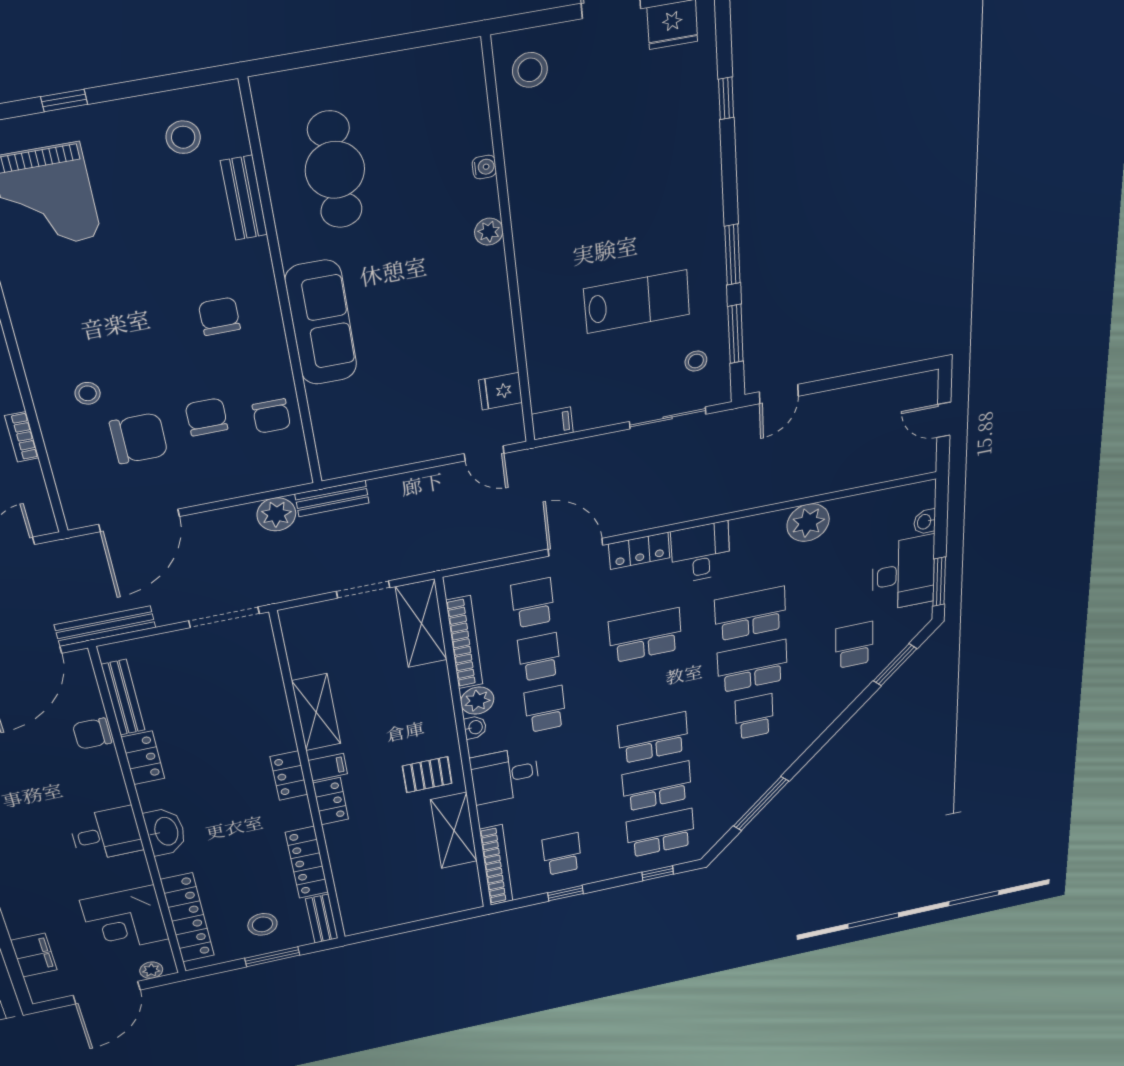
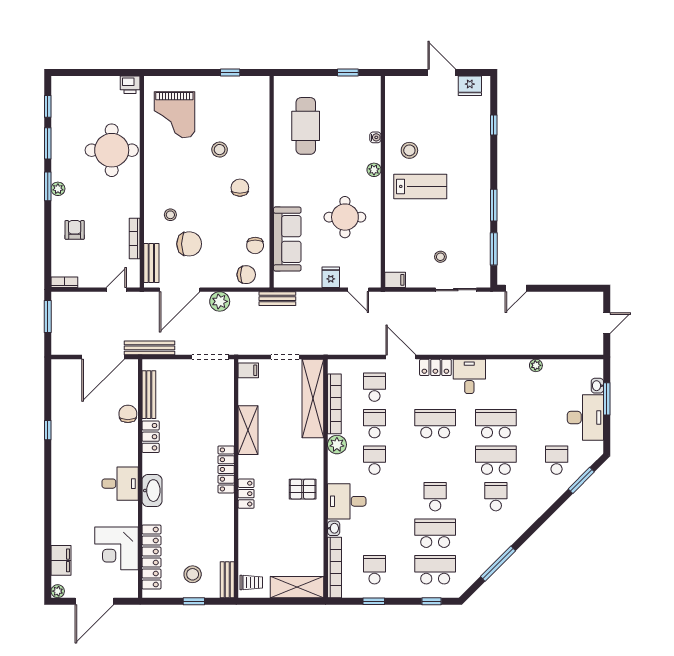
window: (409, 41) -> (348, 72), added
stool: (530, 70) -> (409, 150), moved
window: (64, 101) -> (230, 72), moved
stool: (183, 137) -> (220, 150), moved
bench: (244, 198) -> (151, 263), moved
lab bench: (637, 302) -> (420, 186), moved
sofa: (321, 323) -> (287, 239), moved
round table: (442, 331) -> (345, 217), added
stool: (696, 361) -> (440, 257), moved
fridge: (501, 391) -> (331, 277), moved, turned 90
chair: (207, 417) -> (246, 275), moved, turned 90
door: (944, 420) -> (607, 323), swing flipped
bookcase: (22, 437) -> (135, 239), width x1.56
plant: (276, 514) -> (220, 301), moved
plant: (808, 523) -> (536, 365), width x0.53, depth x0.53
window: (939, 582) -> (607, 399), moved
shelving: (421, 624) -> (313, 398), width x1.47
washbasin: (475, 727) -> (334, 528), moved
chair: (92, 734) -> (128, 414), turned 90
school desk: (653, 738) -> (435, 497), width x0.54
filing cabinet: (328, 767) -> (248, 370), moved
locker: (289, 776) -> (226, 469), width x1.53
shelving: (454, 831) -> (297, 587), moved, turned 90
locker: (307, 863) -> (226, 535), removed
trolley: (362, 914) -> (251, 583), added
window: (272, 957) -> (194, 601), width x0.67
plant: (151, 970) -> (58, 591), moved

